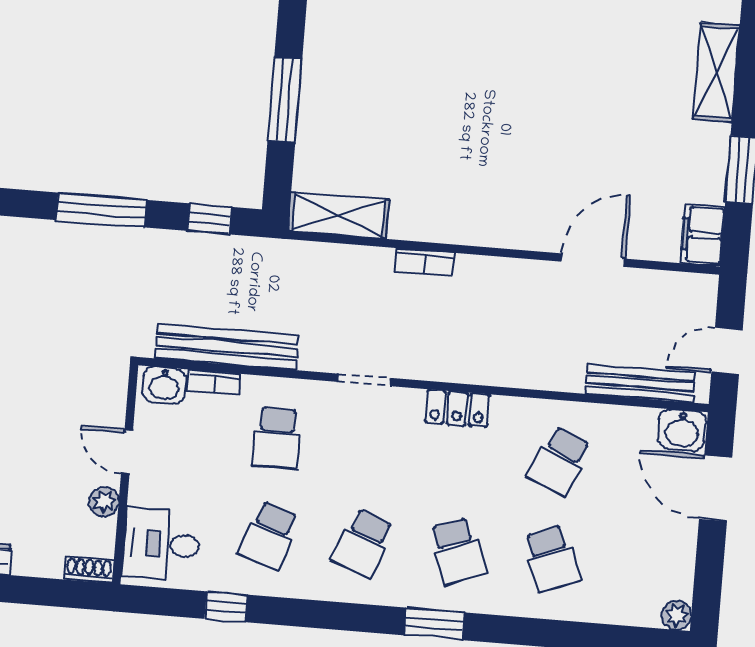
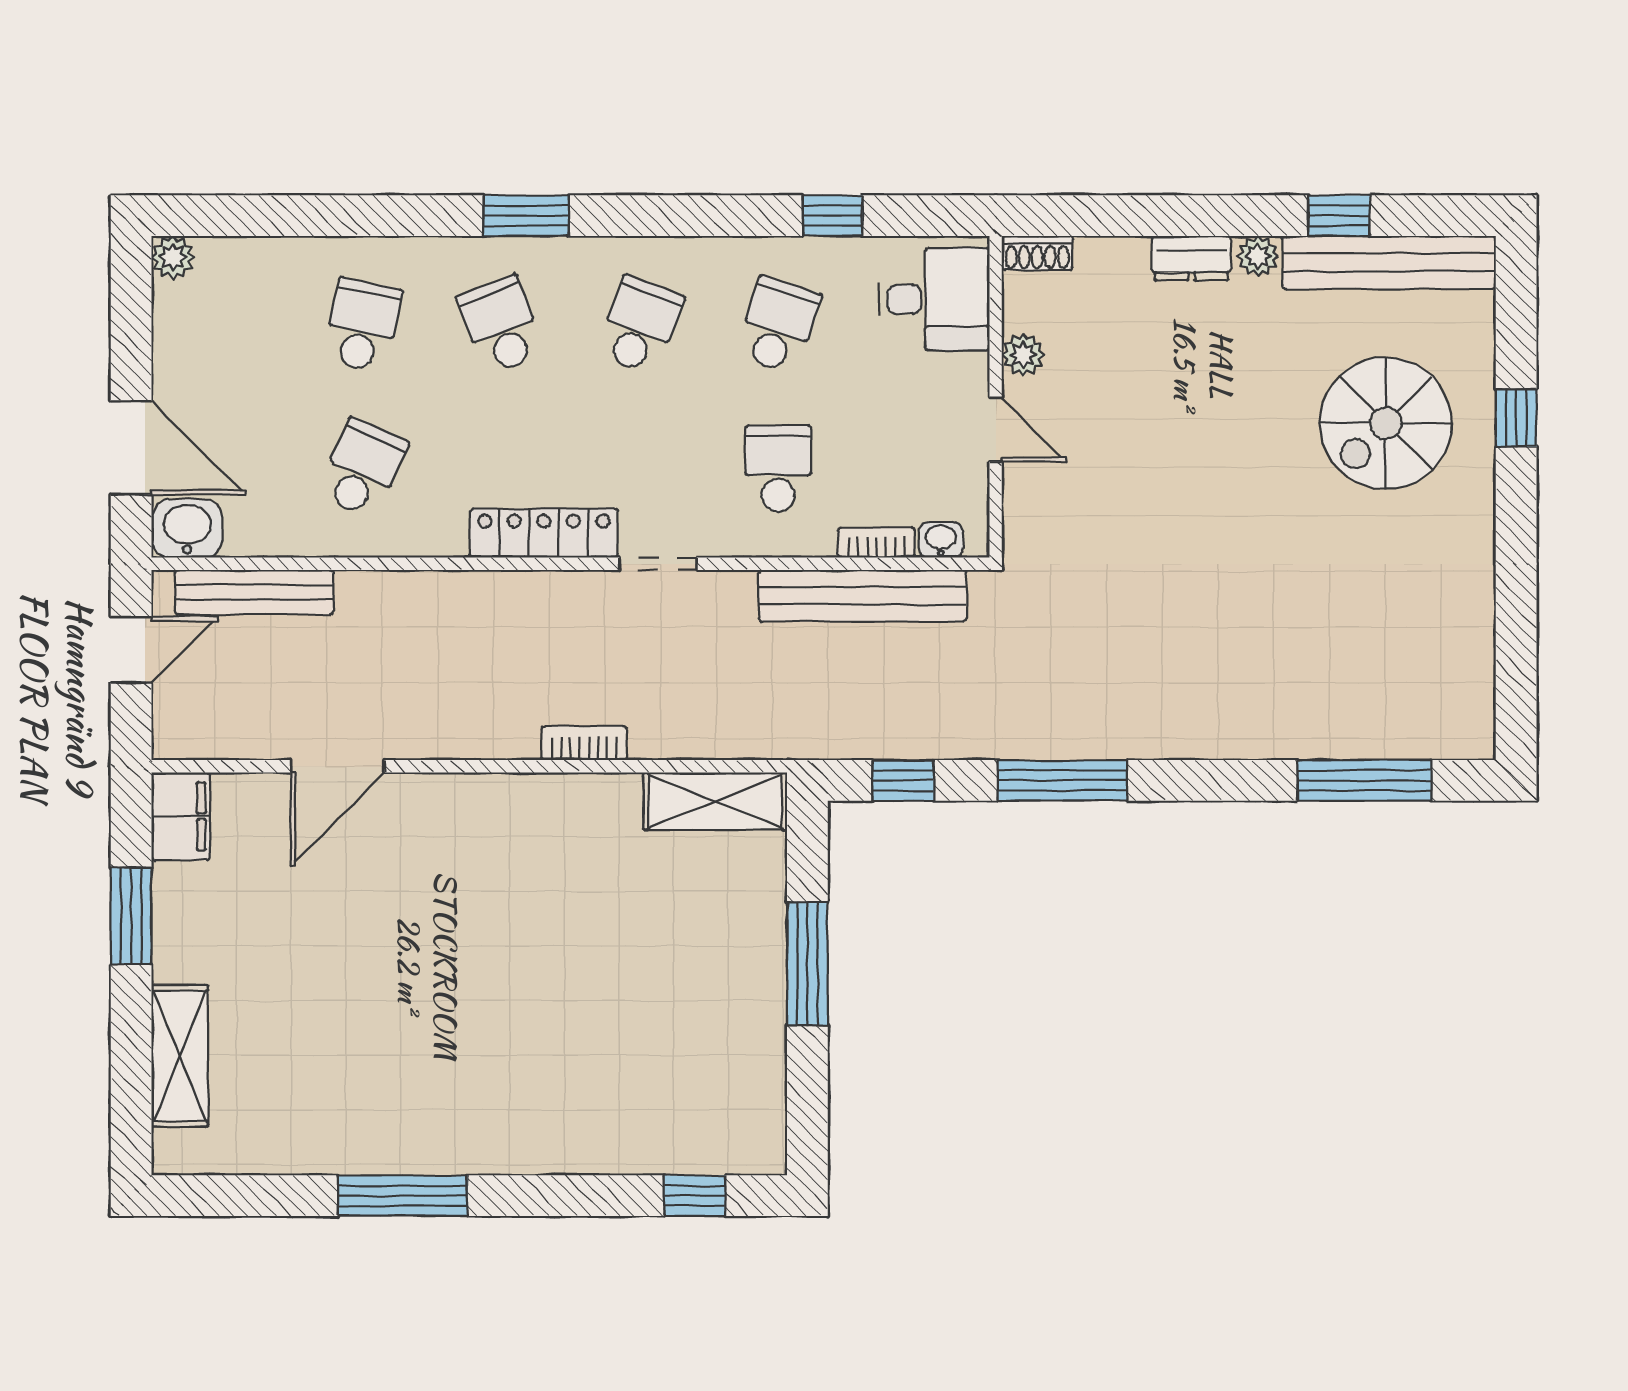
washbasin: (164, 385) -> (941, 540), width x0.72, depth x0.69
locker: (457, 408) -> (544, 533), width x1.53
school desk: (551, 559) -> (363, 325), turned 33

